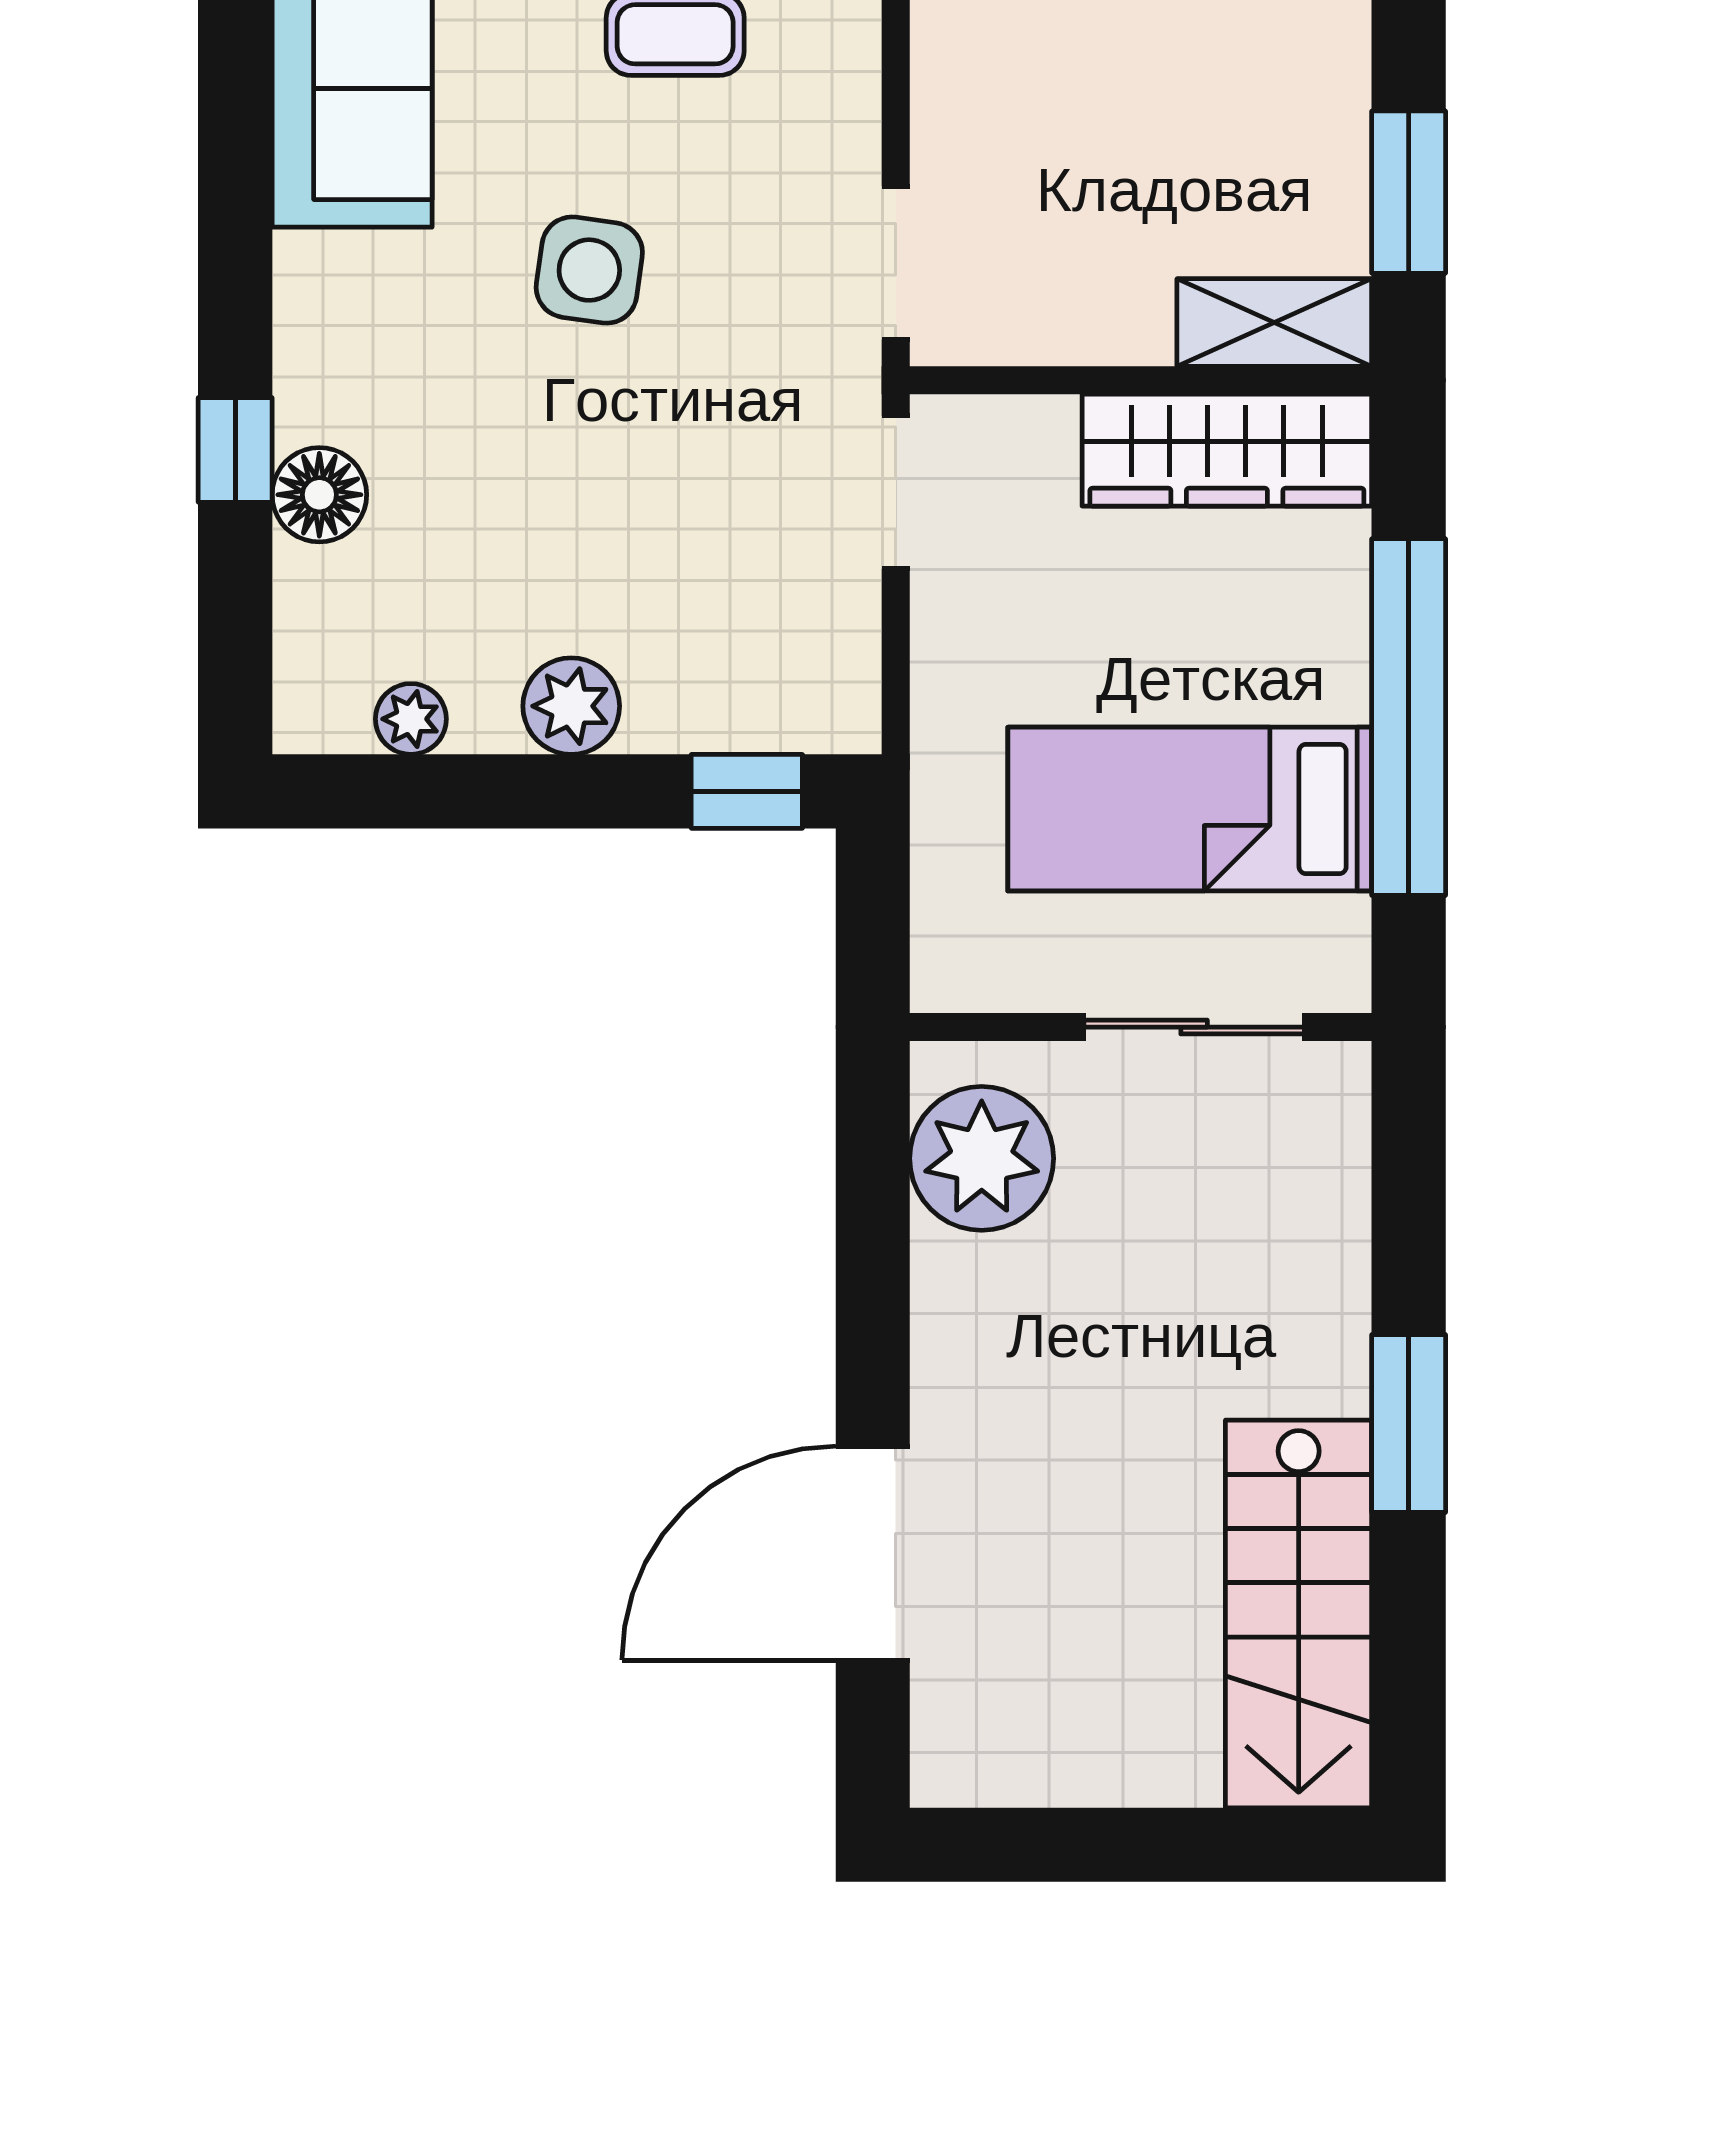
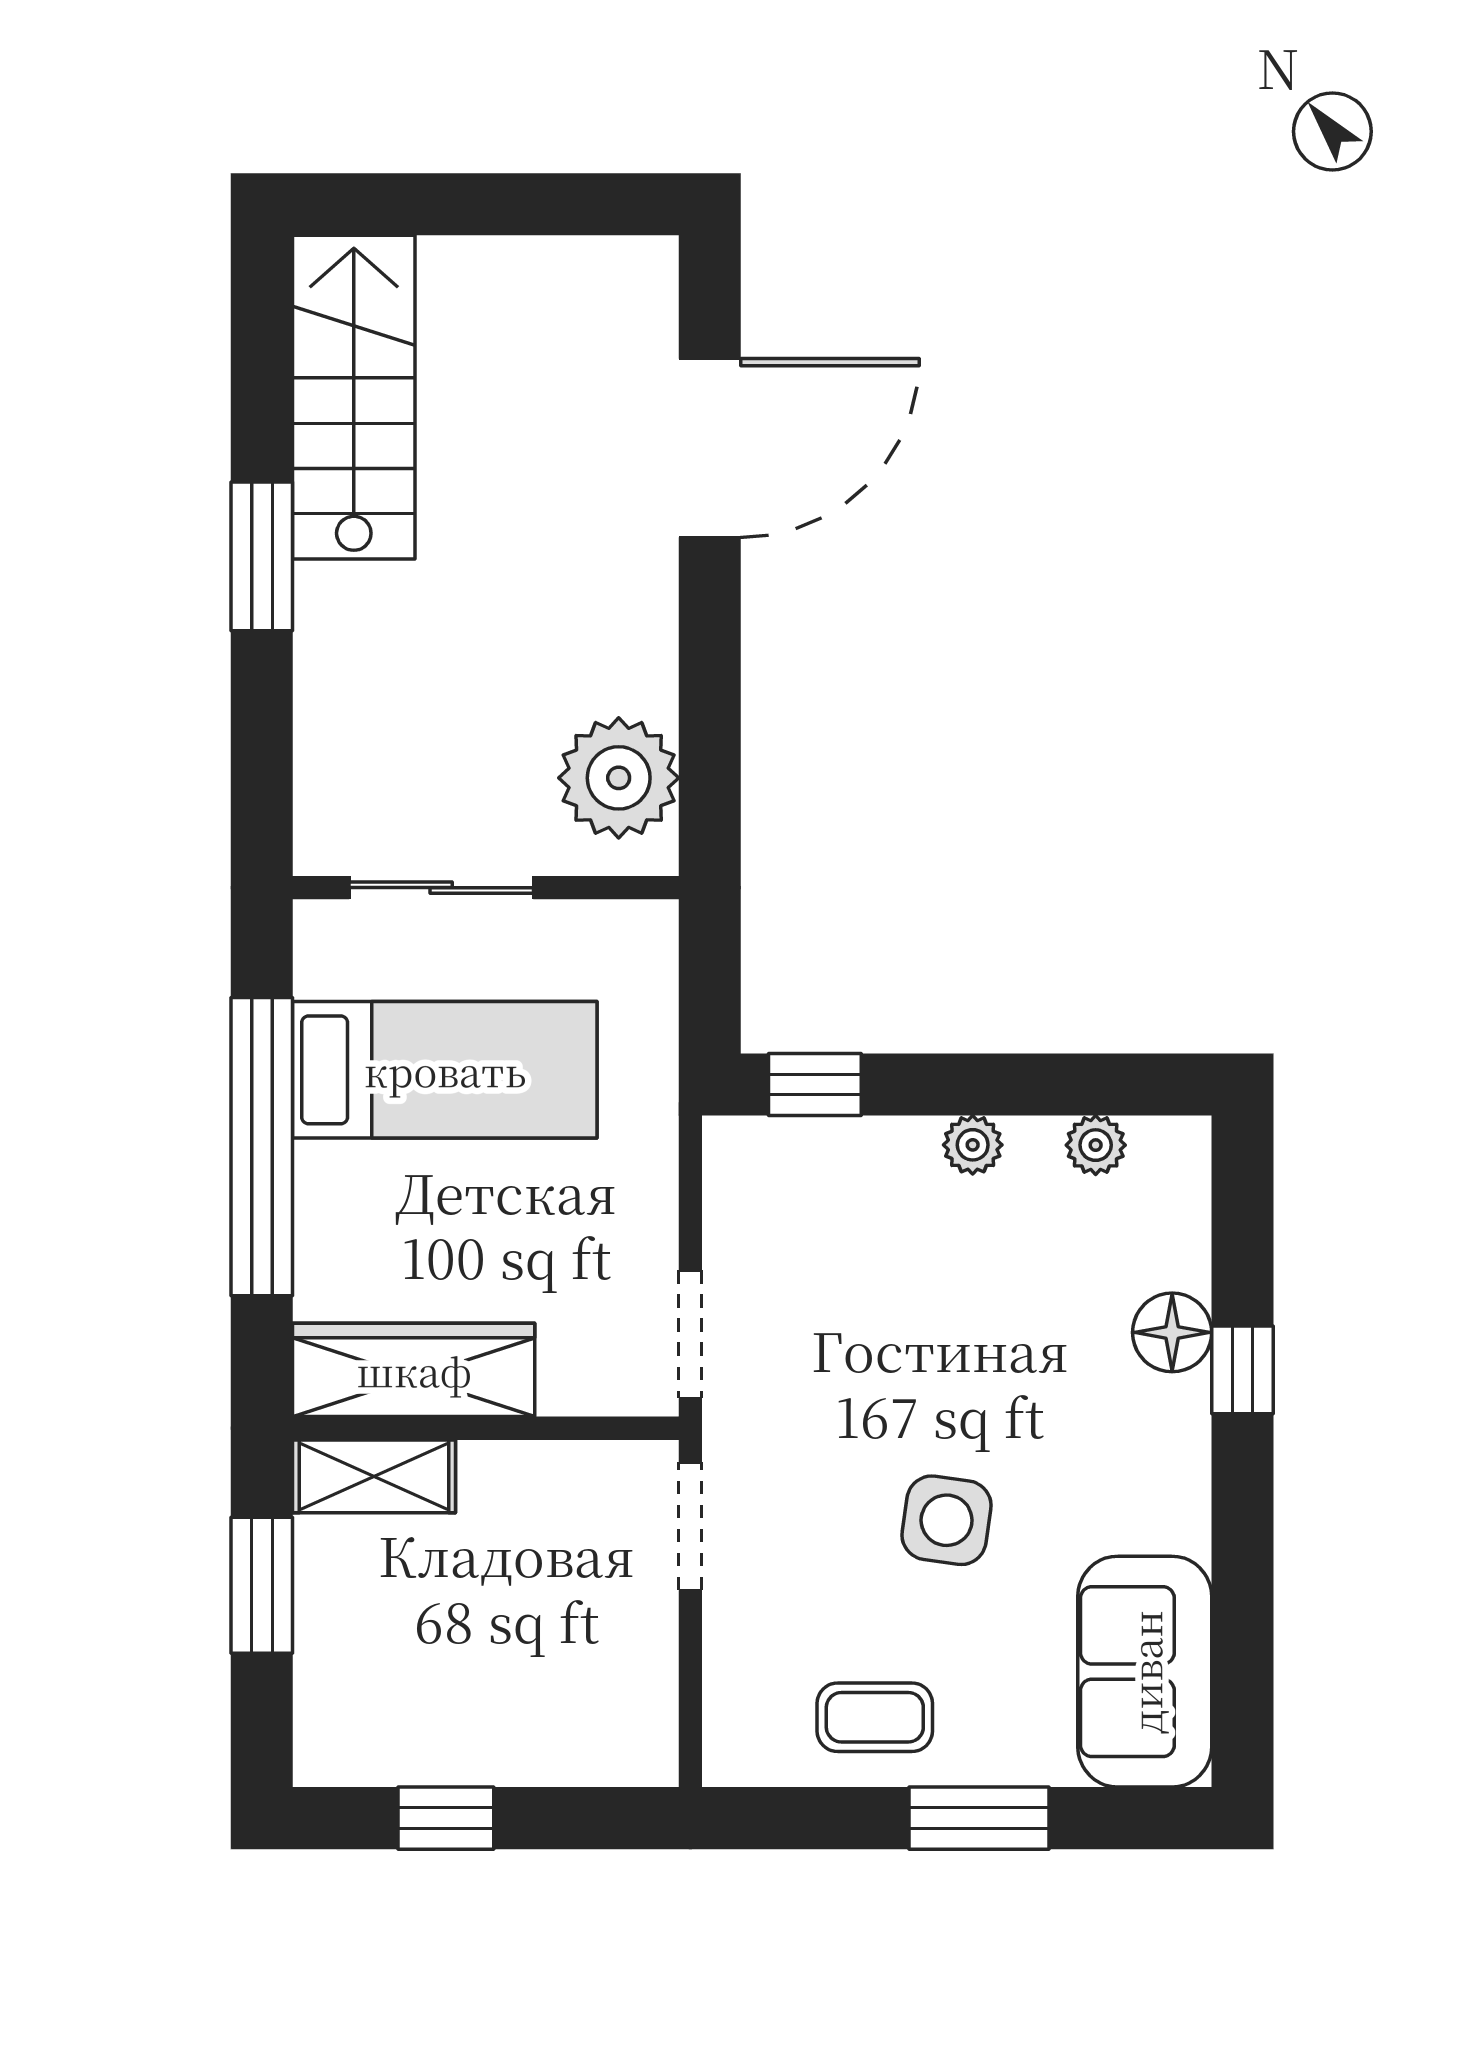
plant: (571, 706) -> (973, 1145), width x0.73, depth x0.73

